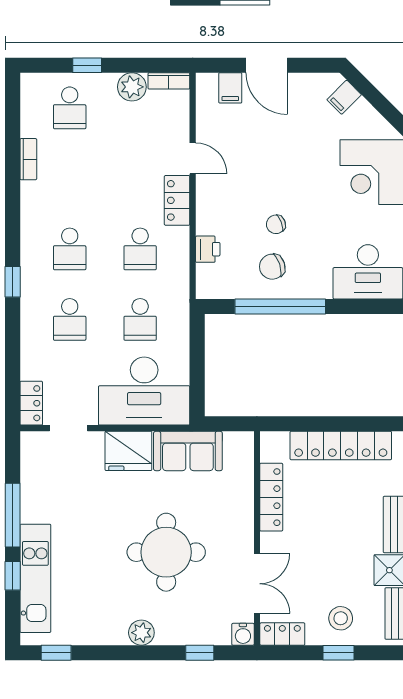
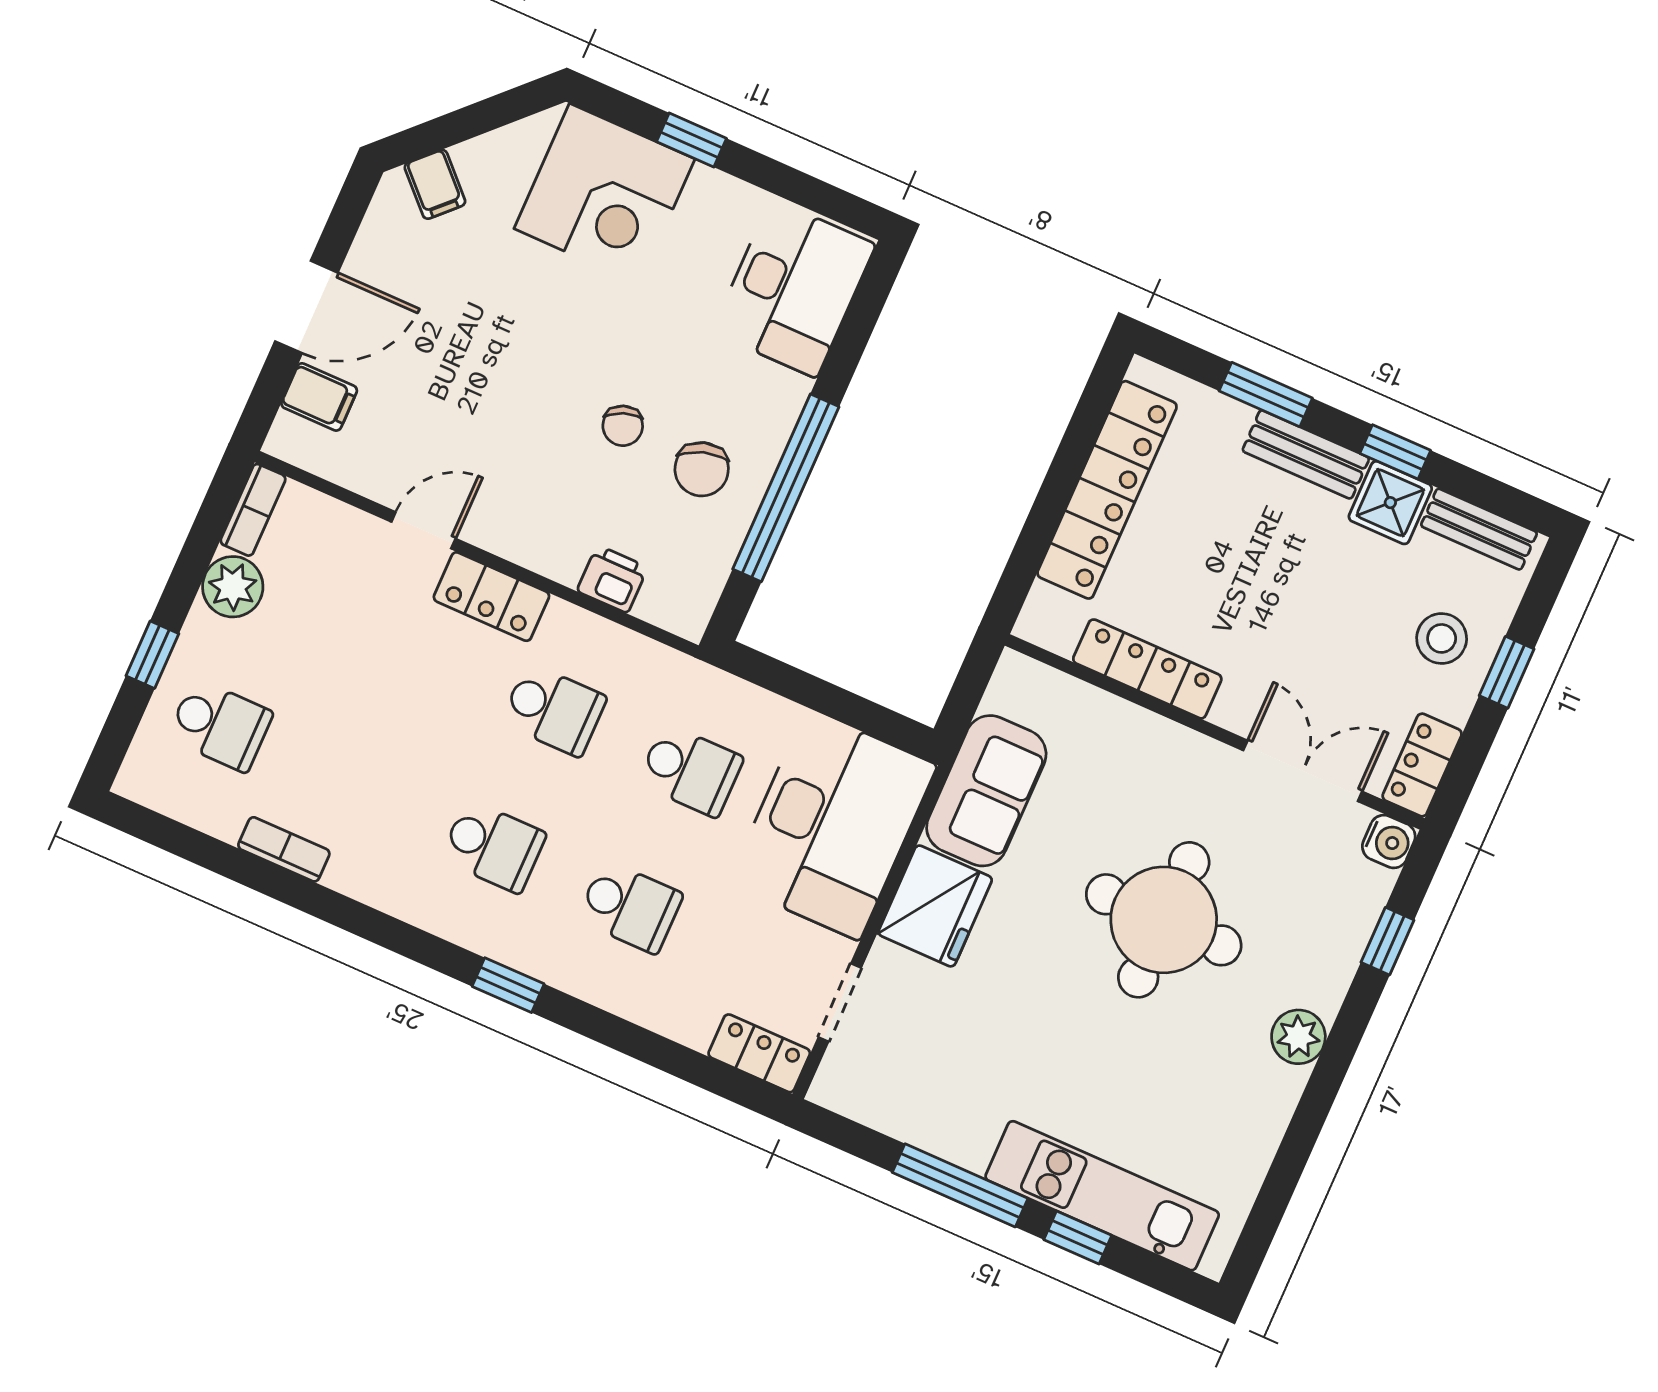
window: (56, 653) -> (1264, 1220), removed

